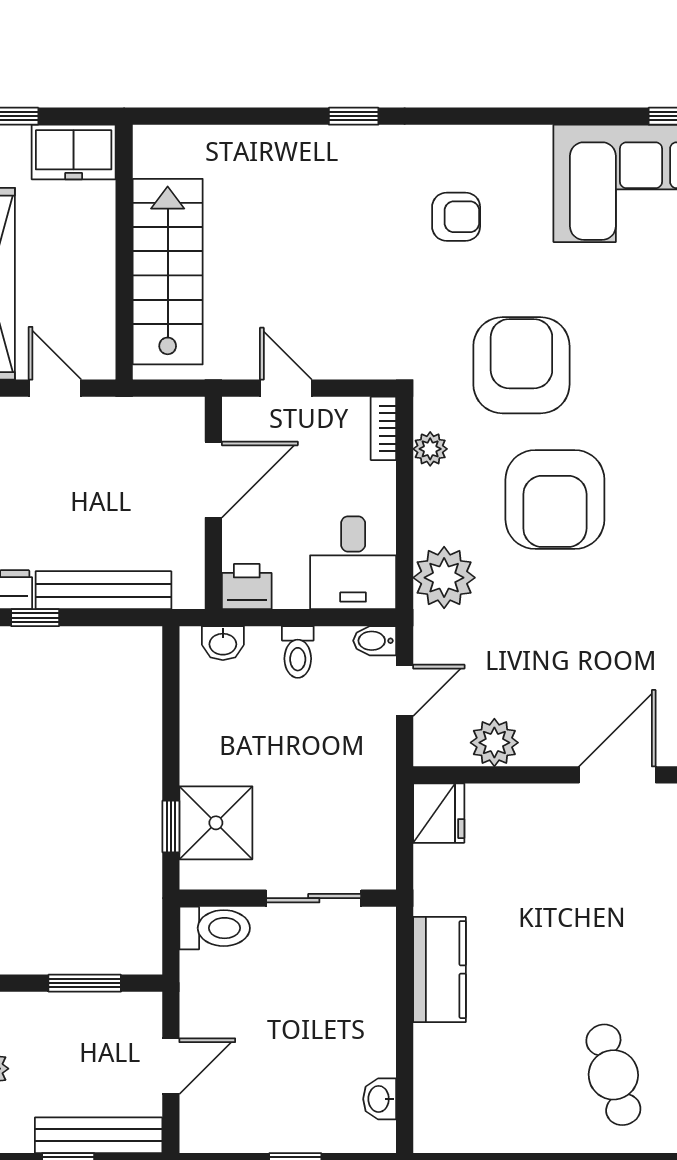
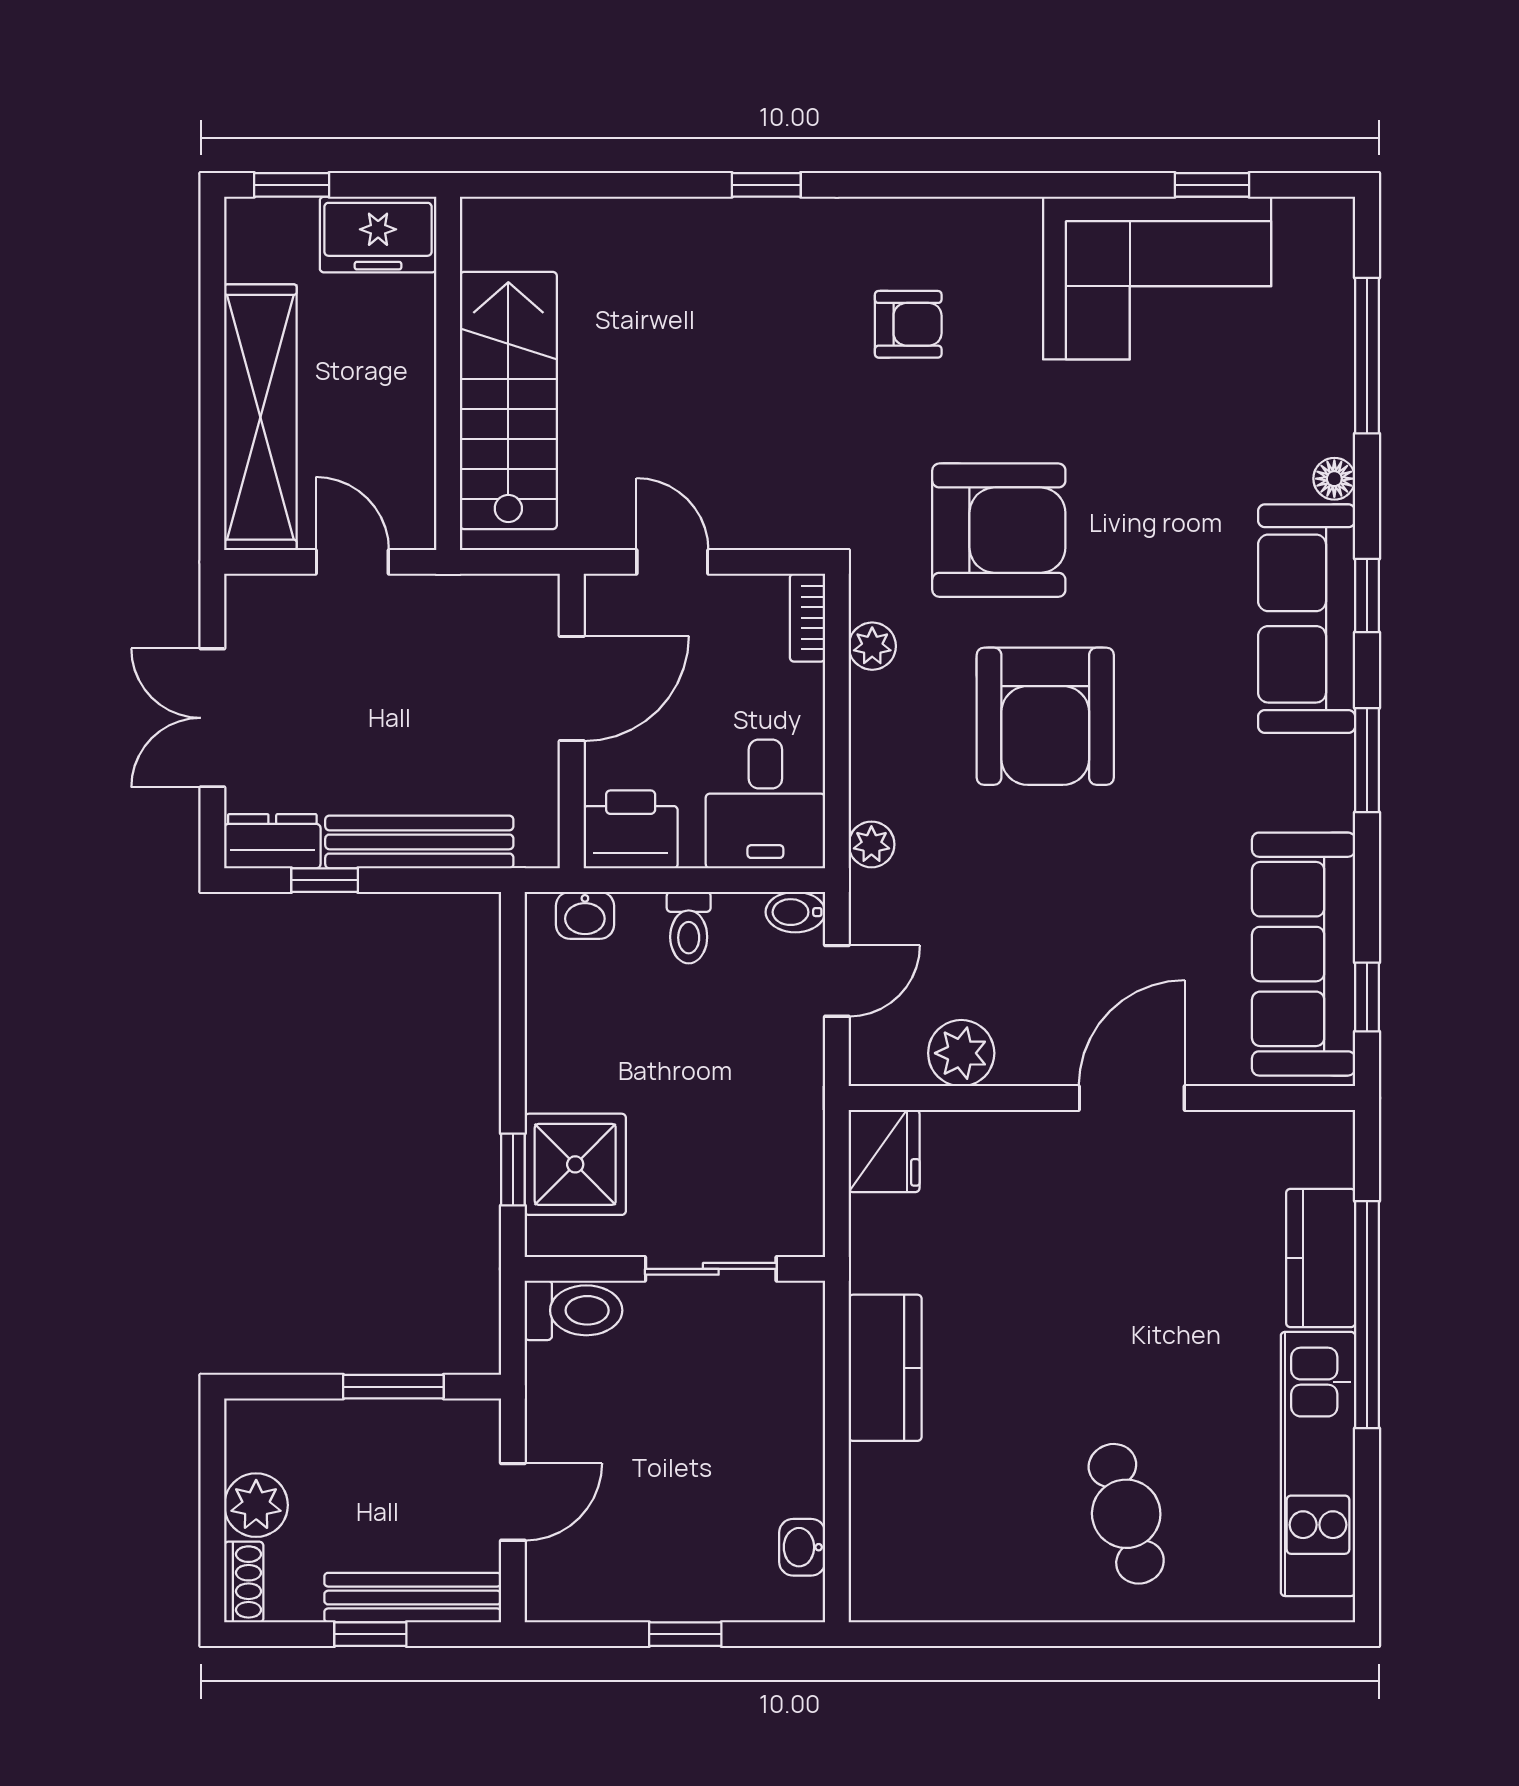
armchair: (521, 365) -> (999, 530), turned 90
plant: (444, 578) -> (871, 844), width x0.53, depth x0.53
printer: (247, 587) -> (631, 829), width x1.36, depth x1.24

